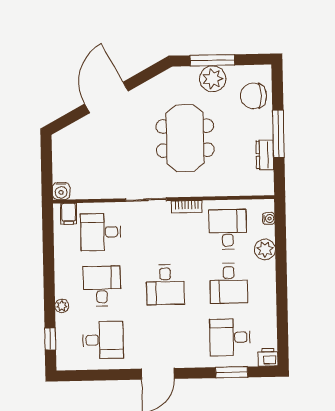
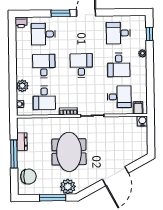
plant: (213, 79) -> (68, 187), moved
desk: (230, 337) -> (43, 34), turned 180
window: (232, 372) -> (61, 13), moved

